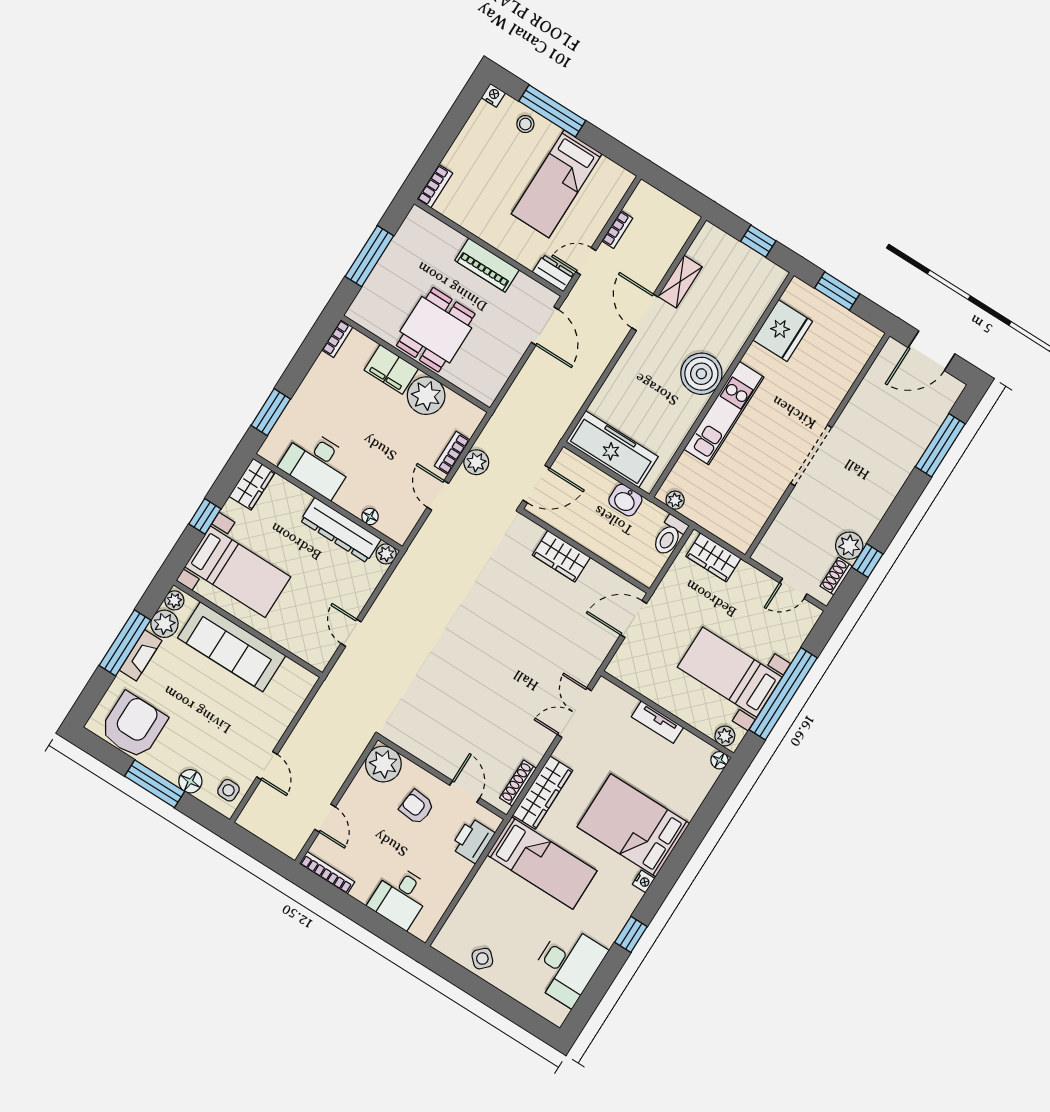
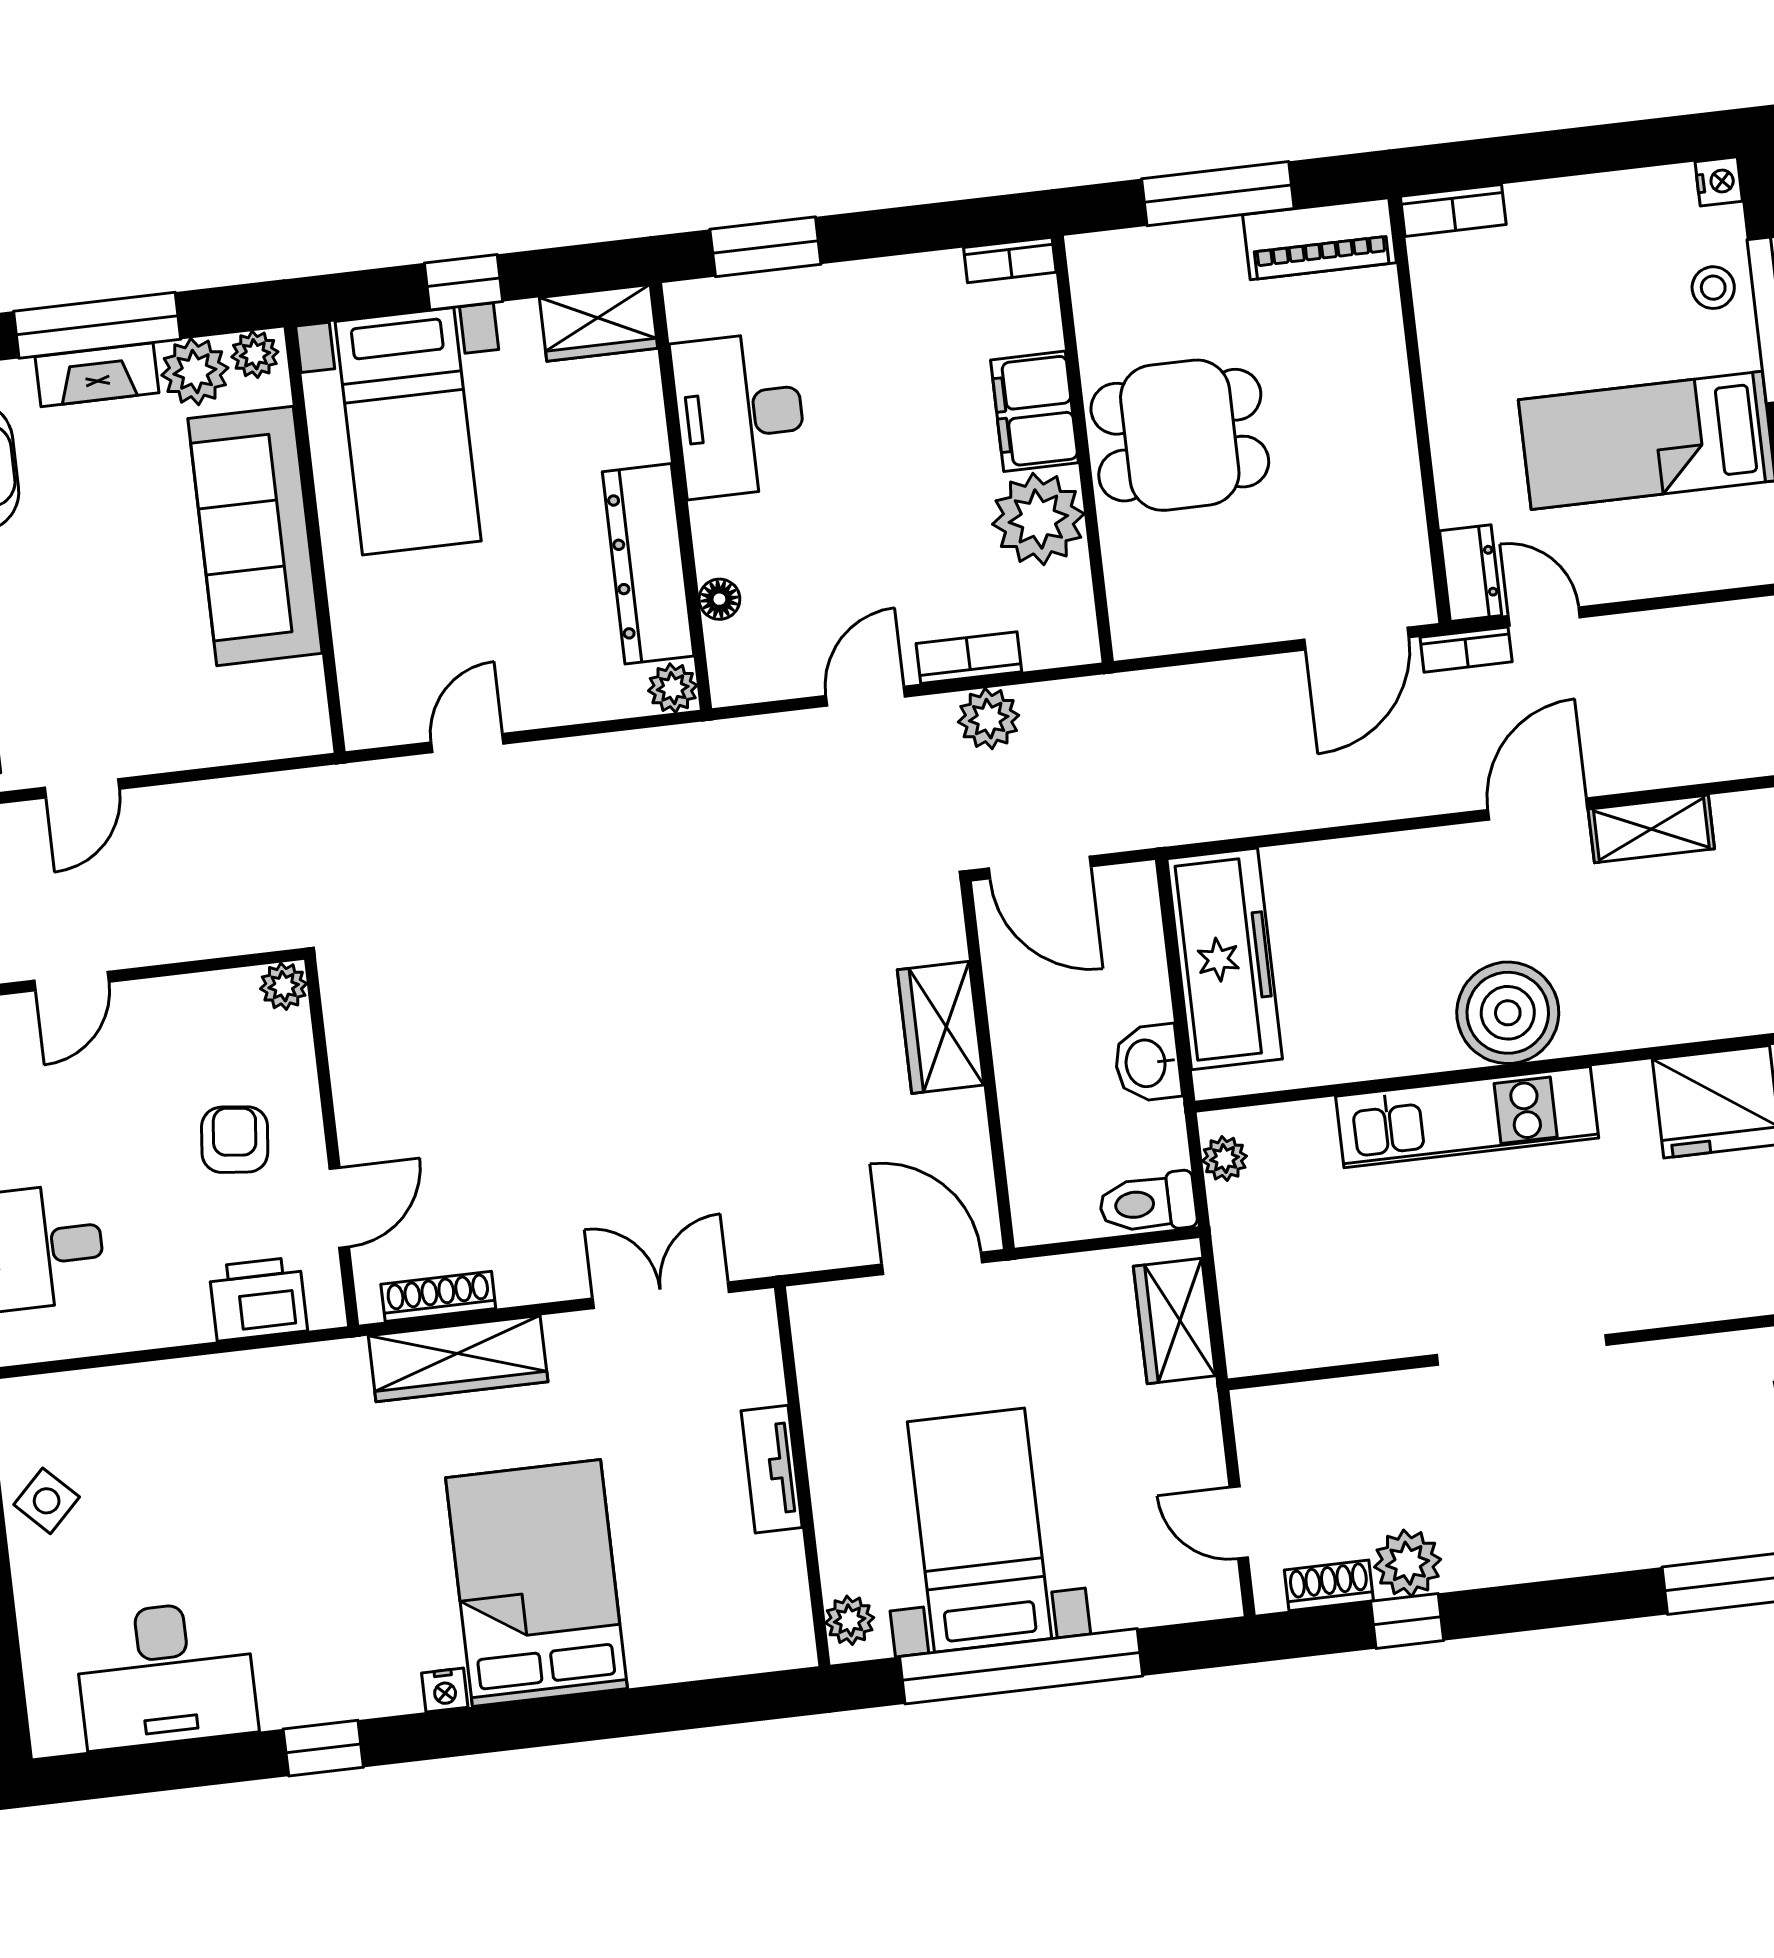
bookcase: (617, 230) -> (1466, 650), moved
piano: (487, 265) -> (1319, 239), moved, turned -90
floor lamp: (720, 760) -> (795, 1648), removed
plant: (383, 764) -> (284, 986), width x0.53, depth x0.53
bed: (542, 863) -> (322, 1467), removed

